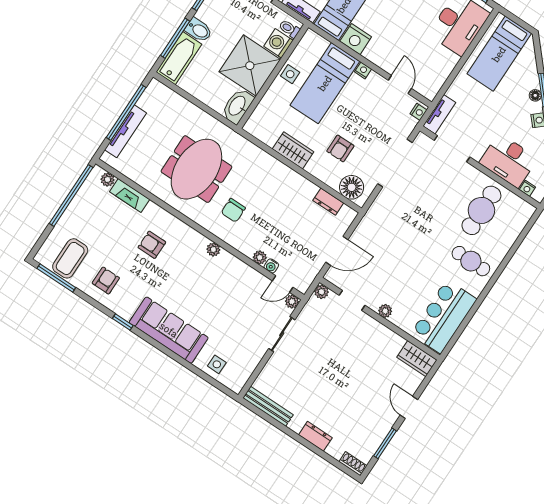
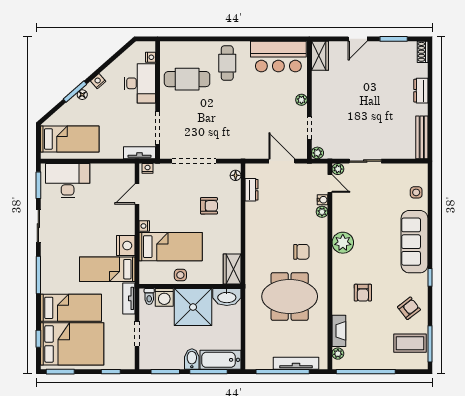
wardrobe: (293, 150) -> (232, 269), moved
floor lamp: (352, 187) -> (236, 175), width x0.53, depth x0.53
plant: (213, 250) -> (343, 243), width x1.87, depth x1.87
armchair: (106, 281) -> (409, 308), turned 142

